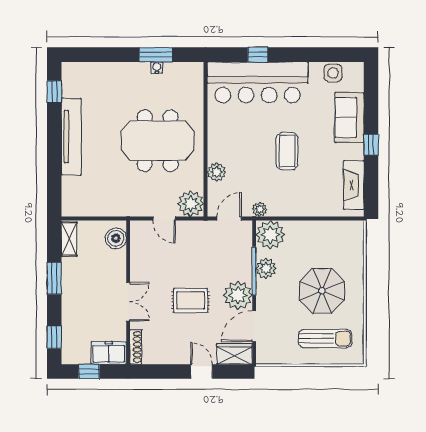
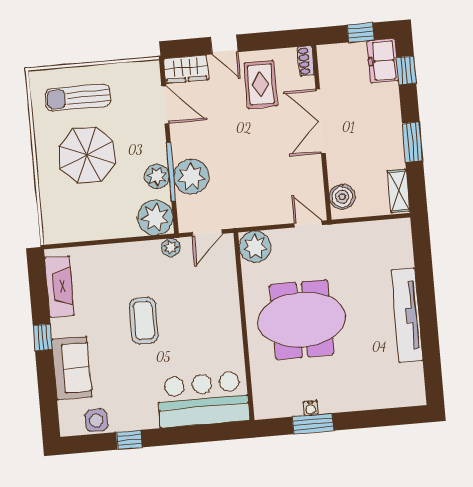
window: (258, 55) -> (129, 440), moved
bar counter: (258, 82) -> (203, 399), width x0.73
window: (54, 92) -> (432, 368), removed
plant: (217, 172) -> (227, 288), removed
door: (164, 218) -> (308, 224), moved
plant: (238, 295) -> (191, 177), moved
rug: (191, 300) -> (261, 84), moved, turned 90
double door: (128, 302) -> (321, 121), width x1.37
door: (254, 326) -> (165, 105), hinge flipped
shoe rack: (136, 347) -> (306, 61), width x0.70
freezer: (109, 353) -> (383, 61), moved, turned 90

